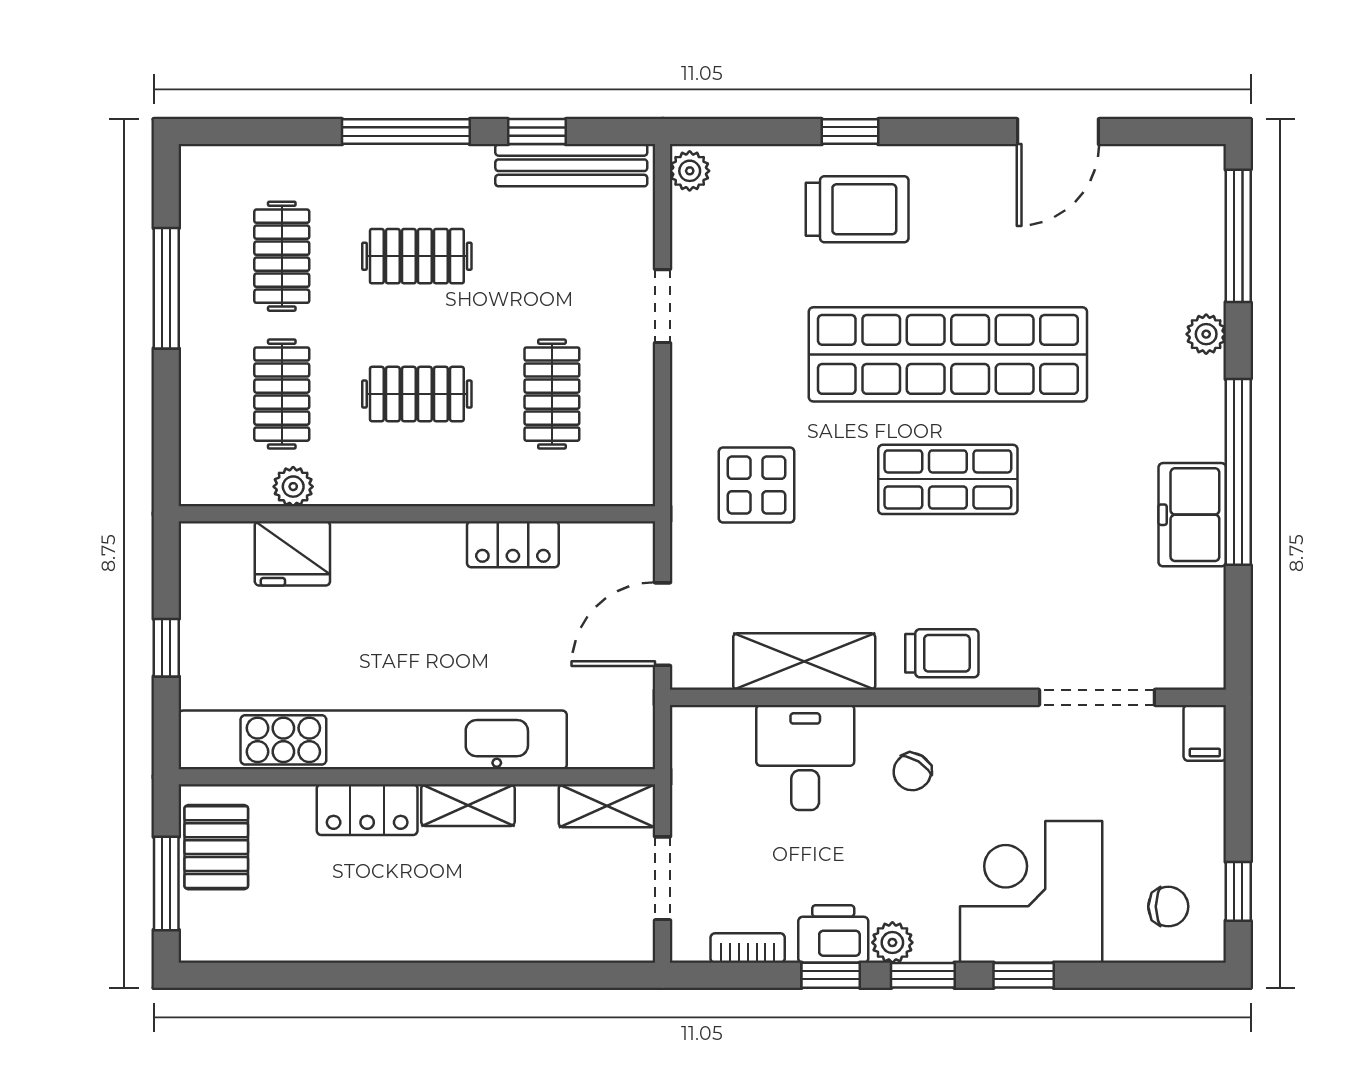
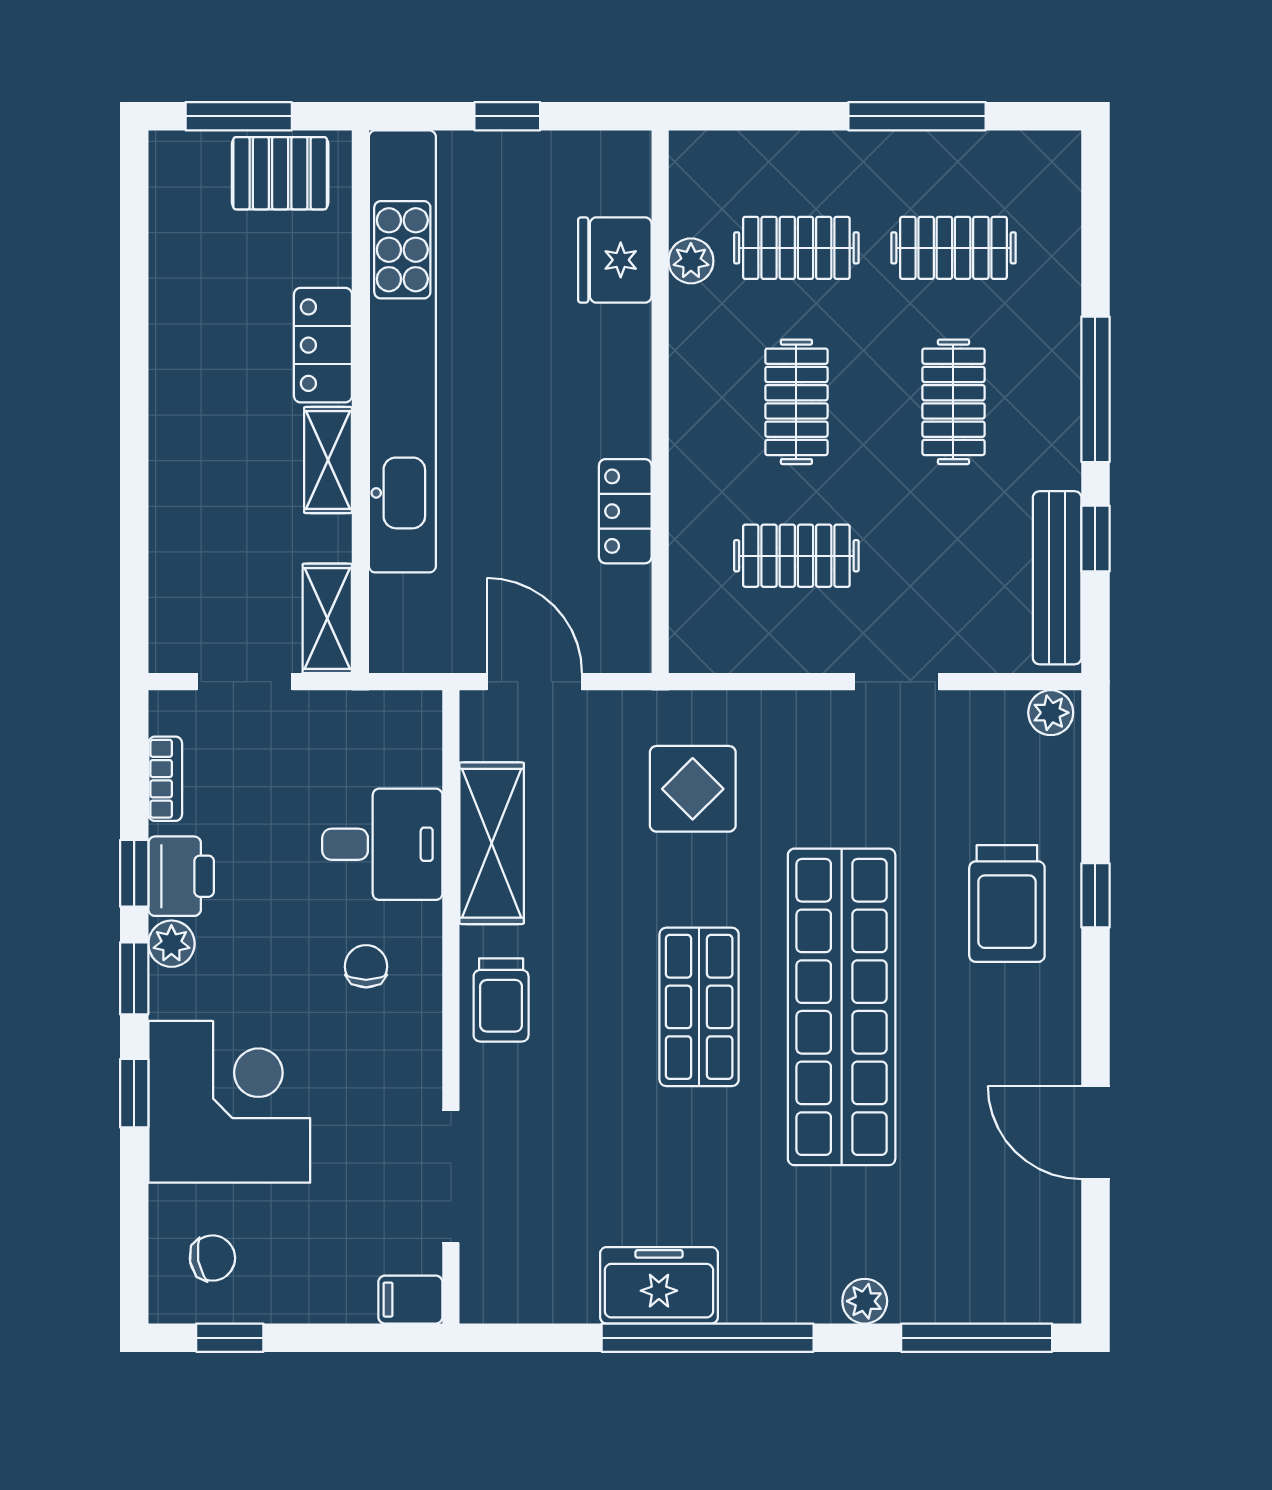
chair: (912, 772) -> (366, 966), turned 58
chair: (1168, 907) -> (212, 1258), turned -100

